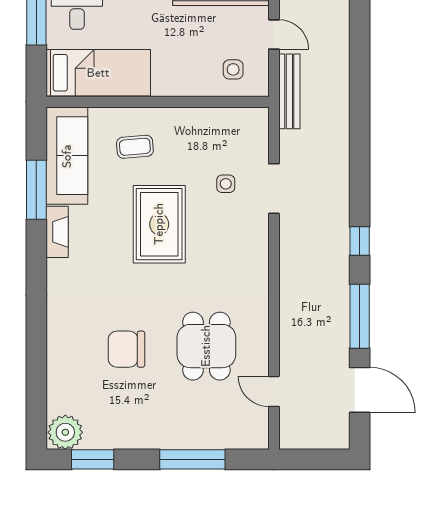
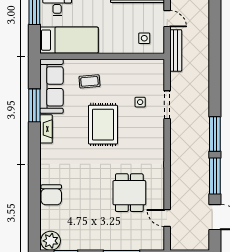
window: (360, 241) -> (215, 134), width x2.17
chair: (126, 349) -> (51, 195), moved, turned -90

